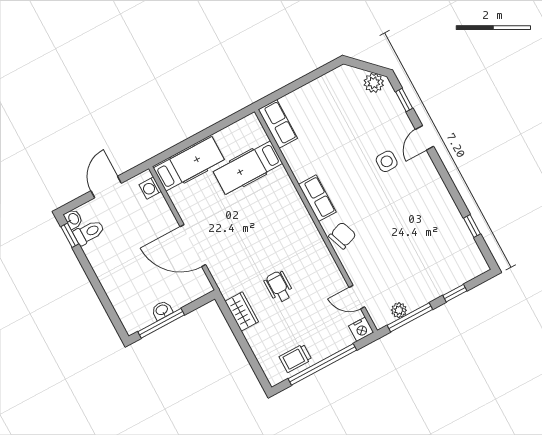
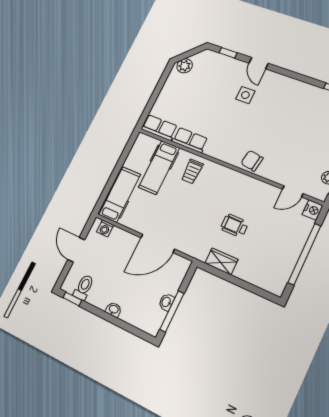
plant: (374, 83) -> (185, 66), moved
row of seats: (317, 198) -> (190, 140), moved
washbasin: (73, 219) -> (114, 310), moved
chair: (342, 236) -> (252, 161), turned -61
trolley: (295, 358) -> (192, 172), moved

